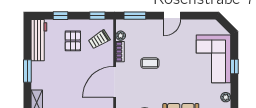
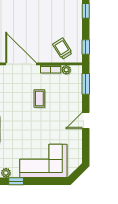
door: (172, 16) -> (86, 120), hinge flipped
pallet: (73, 41) -> (61, 23), removed
window: (234, 66) -> (16, 181), moved

